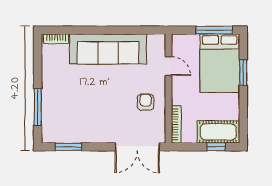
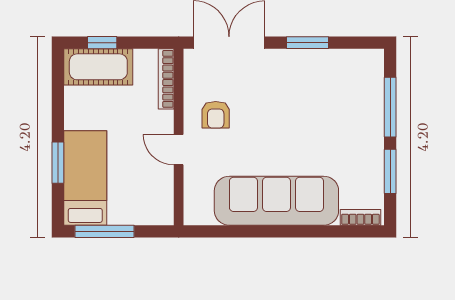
bed: (220, 63) -> (85, 178), width x0.67
door: (169, 66) -> (179, 150), moved
window: (38, 67) -> (390, 171), added
window: (68, 147) -> (307, 43), moved

